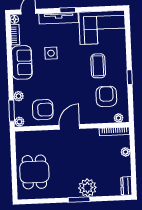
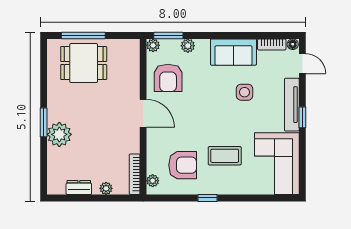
window: (14, 173) -> (83, 35), added
dresser: (126, 186) -> (79, 188), moved

